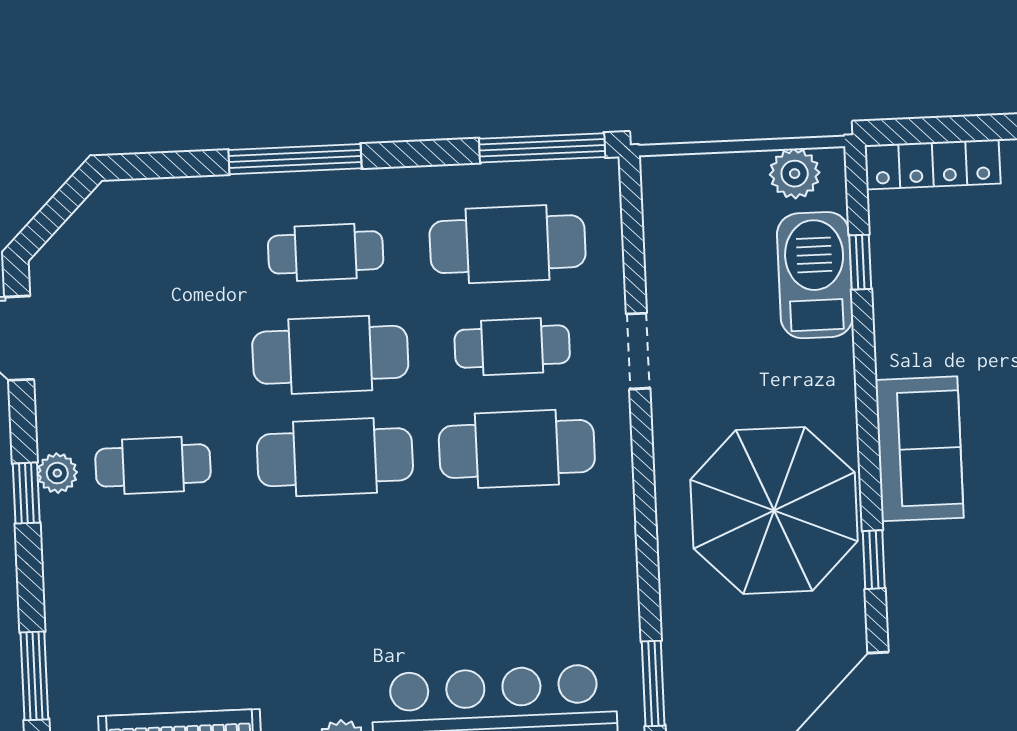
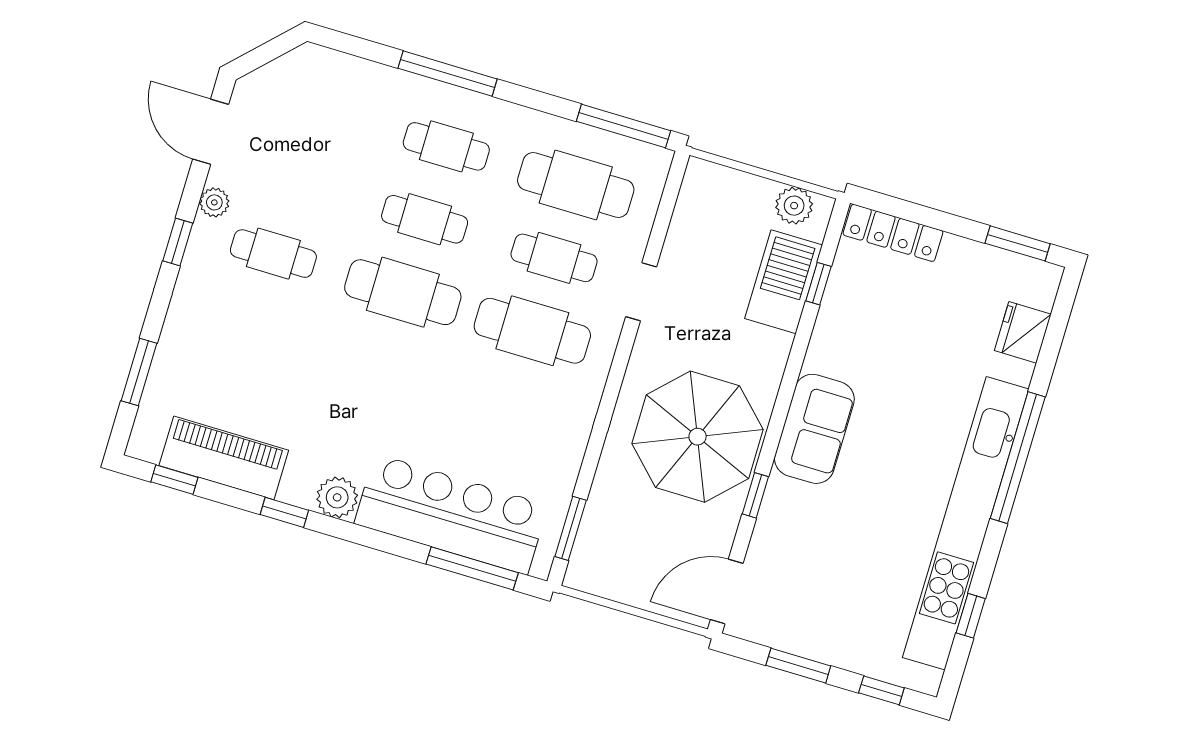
cafe table: (330, 355) -> (425, 219), width x0.73, depth x0.74
plant: (57, 473) -> (214, 202), moved

